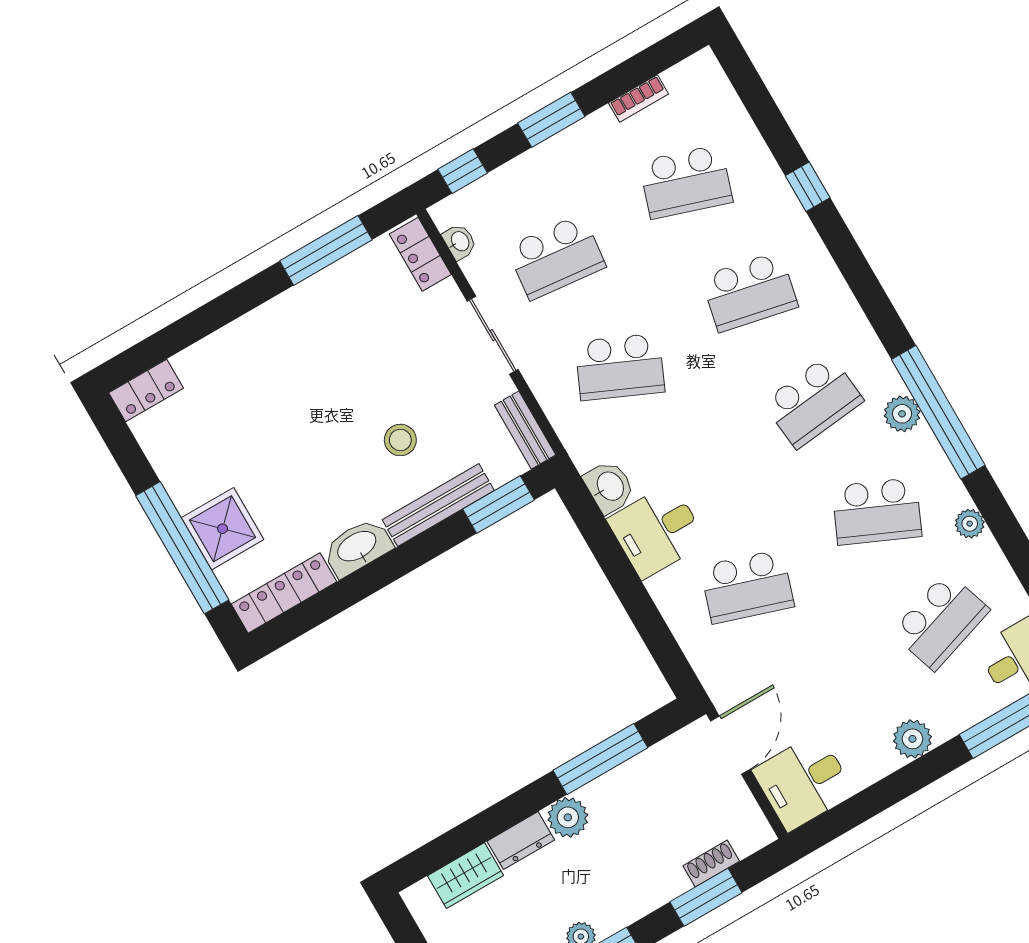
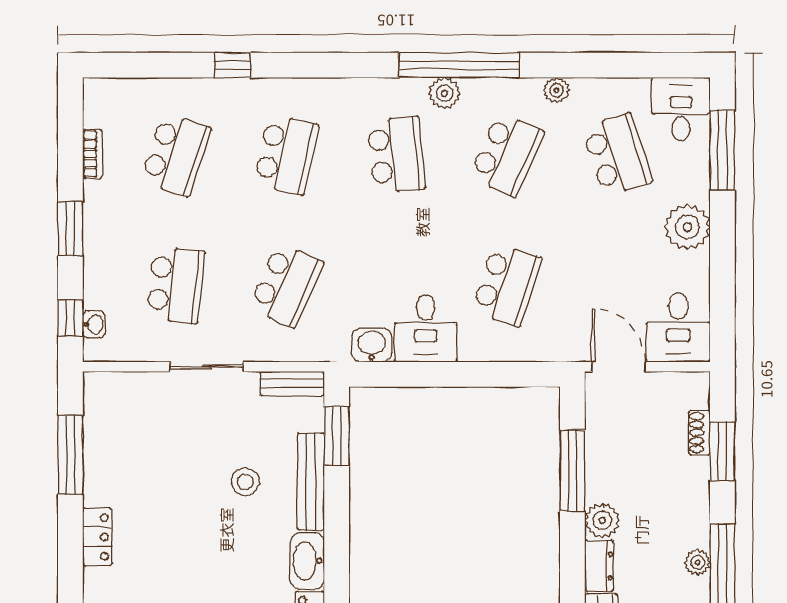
washbasin: (460, 242) -> (94, 324), moved, turned 90
locker: (420, 254) -> (97, 537), moved, turned -90
plant: (912, 739) -> (687, 227), width x1.36, depth x1.36

